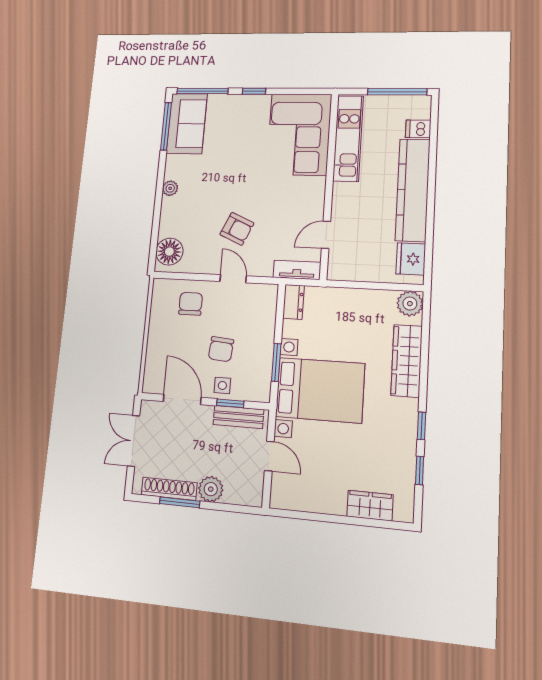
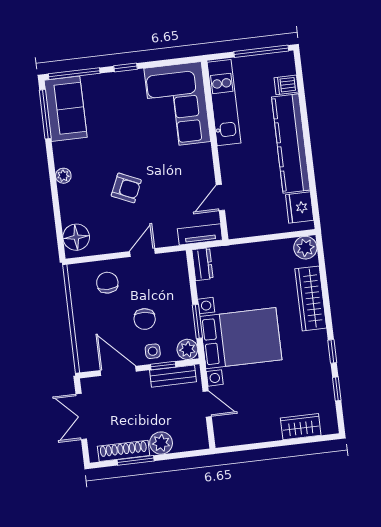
armchair: (237, 229) -> (126, 188), moved
door: (233, 279) -> (143, 253), hinge flipped
plant: (260, 391) -> (187, 349), added

